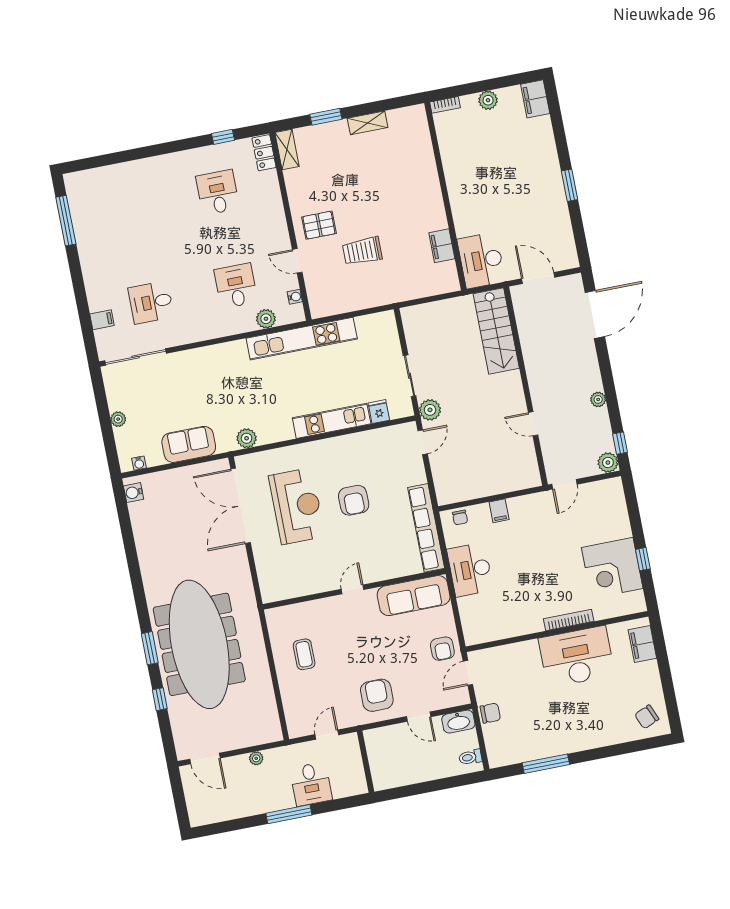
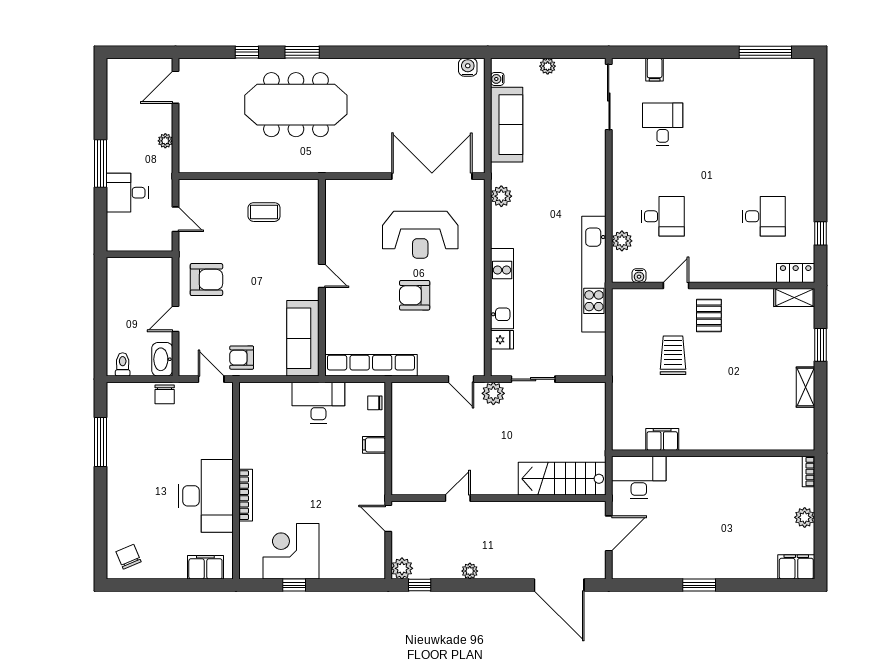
sofa: (189, 444) -> (507, 125), width x1.36
meeting table: (199, 644) -> (296, 105), width x0.73, depth x0.79

